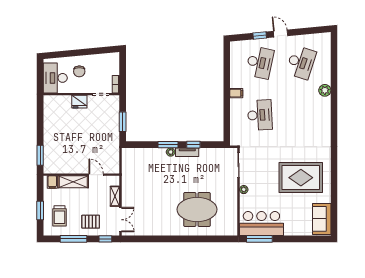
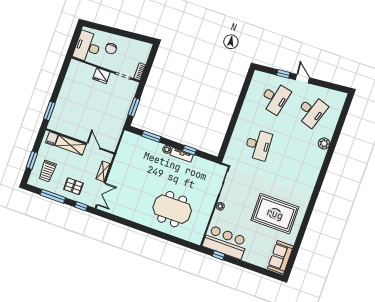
filing cabinet: (236, 93) -> (244, 118), removed
window: (168, 145) -> (151, 136), moved
window: (259, 239) -> (218, 255), width x0.46

